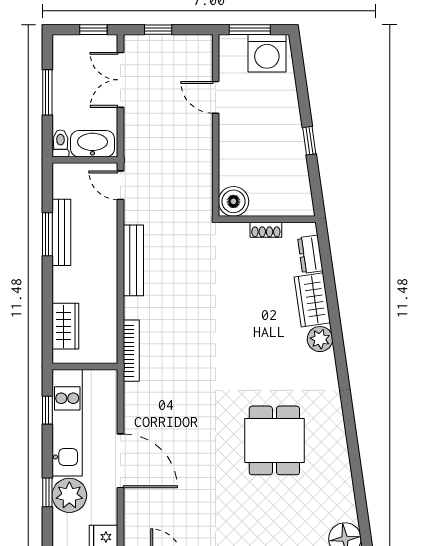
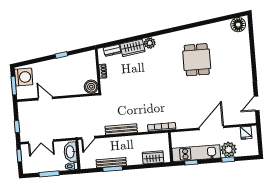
door: (216, 97) -> (45, 98), swing flipped
dining table: (274, 440) -> (197, 60), turned 90

